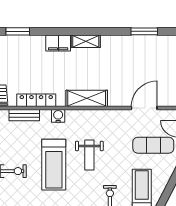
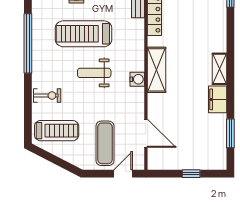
filing cabinet: (58, 43) -> (218, 99), moved
water cooler: (58, 116) -> (137, 79), moved

